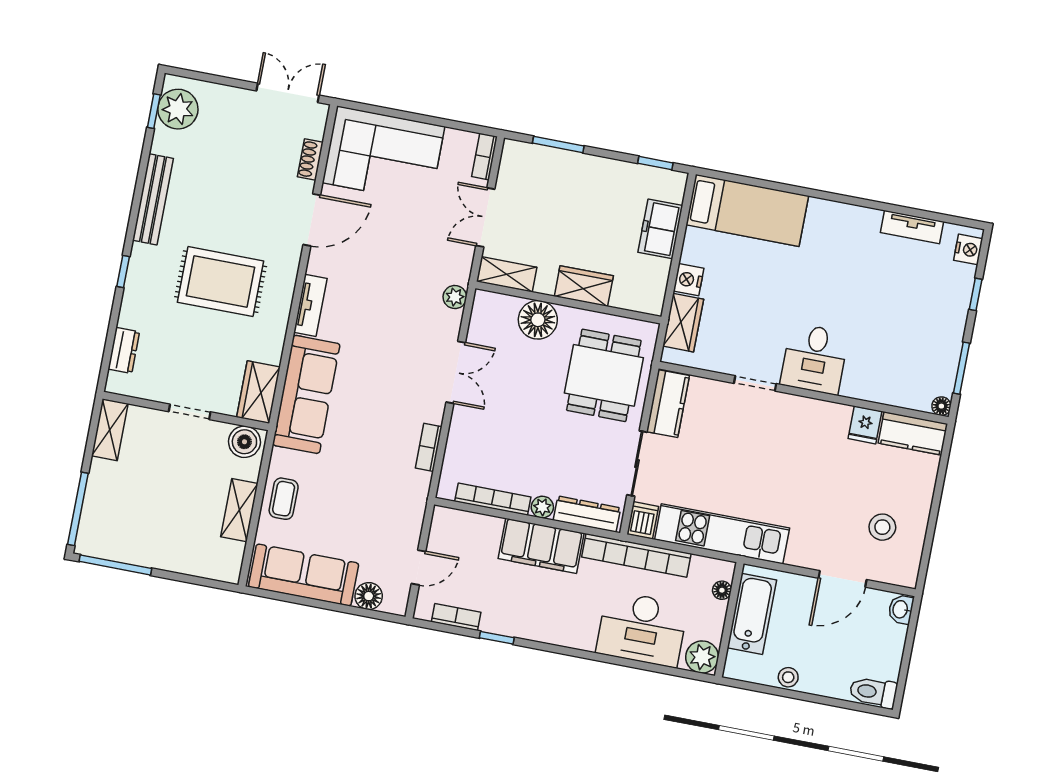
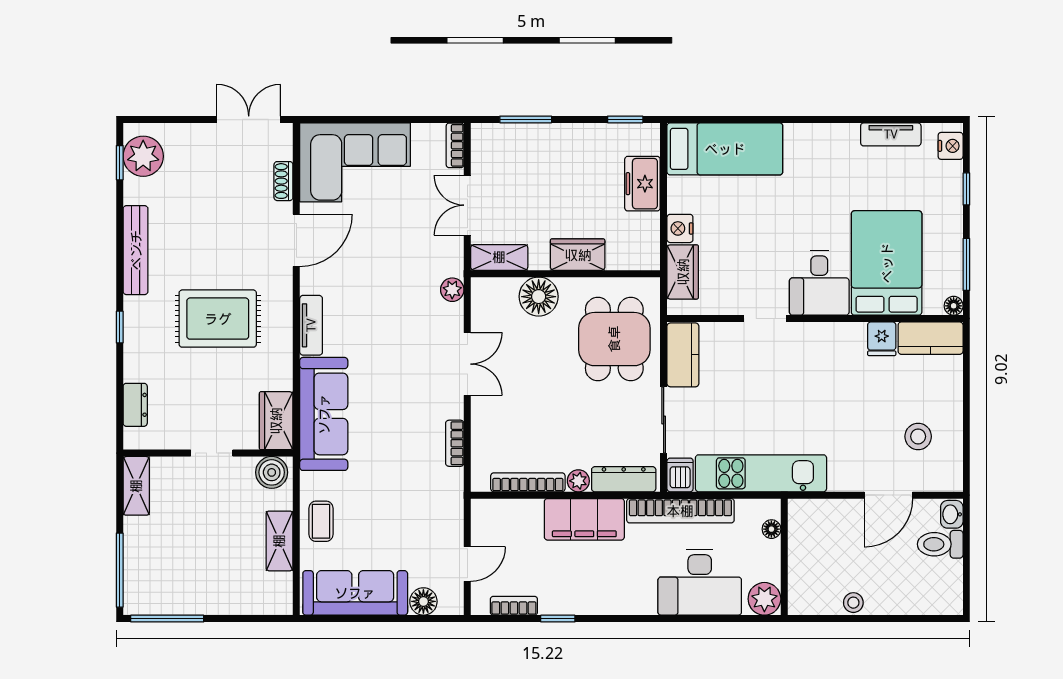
bed: (884, 352) -> (887, 263), added
bathtub: (752, 614) -> (806, 547), removed
toilet: (873, 692) -> (940, 544), moved

